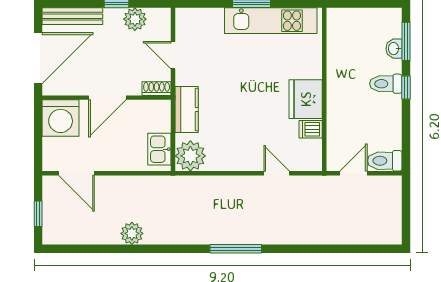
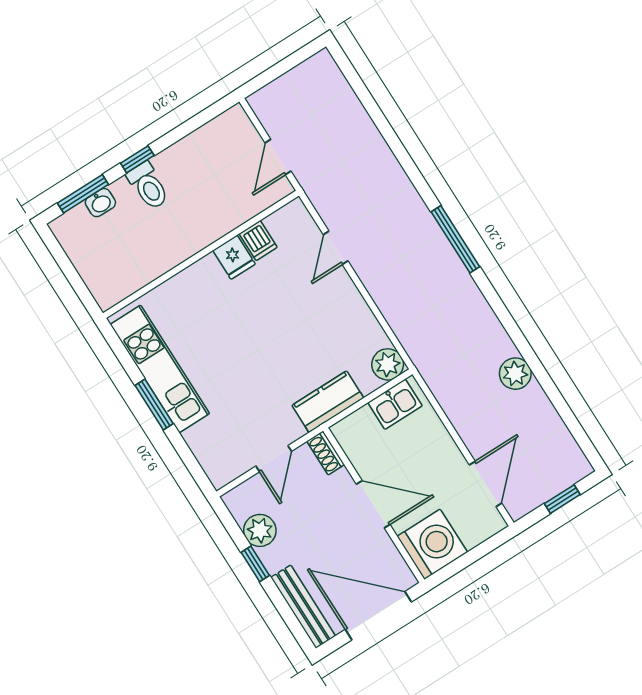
fridge: (306, 99) -> (234, 257), width x0.53, depth x0.75
plant: (190, 156) -> (388, 364), width x0.73, depth x0.73
toilet: (385, 161) -> (240, 129), removed
door: (353, 173) -> (278, 157), hinge flipped

